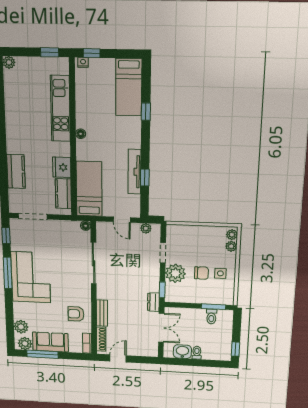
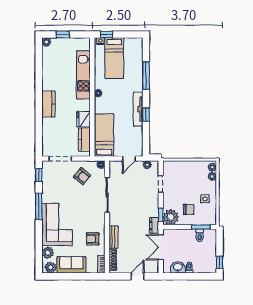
window: (50, 52) -> (63, 34), moved
bed: (129, 87) -> (114, 58), moved
window: (146, 112) -> (146, 75), width x2.17
kitchen counter: (16, 171) -> (48, 104), moved
tv unit: (134, 172) -> (138, 109), moved
window: (145, 178) -> (146, 115), moved
door: (122, 220) -> (129, 159), hinge flipped
armchair: (61, 239) -> (82, 176), added
plant: (175, 273) -> (171, 217), moved
chair: (201, 273) -> (189, 209), moved
corner sofa: (31, 277) -> (57, 225), moved
double door: (161, 328) -> (161, 247), swing flipped
window: (42, 354) -> (65, 276), removed
door: (118, 358) -> (138, 276), moved

